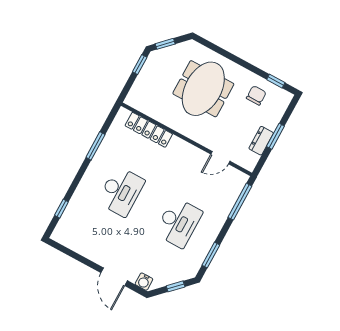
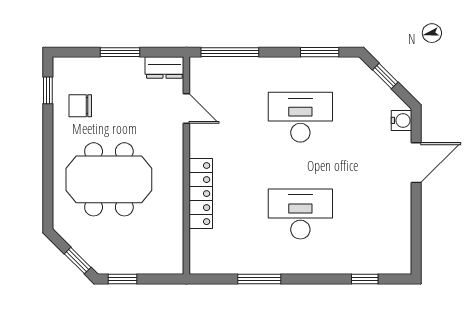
locker: (149, 130) -> (201, 194), moved
dresser: (261, 141) -> (164, 68), moved

